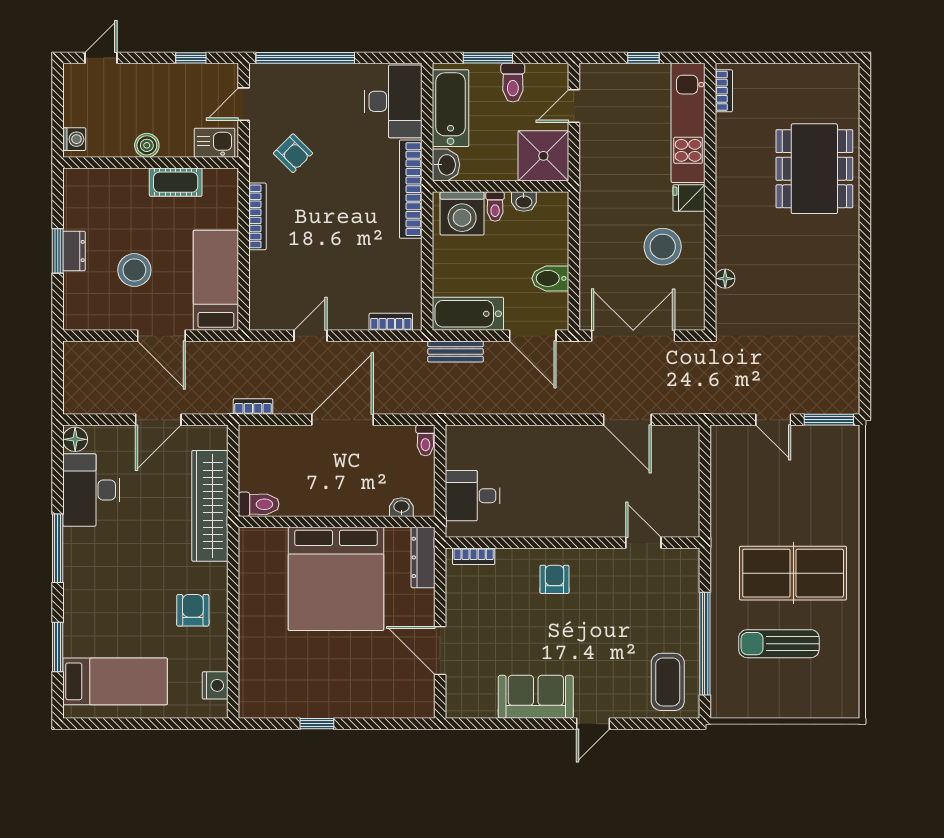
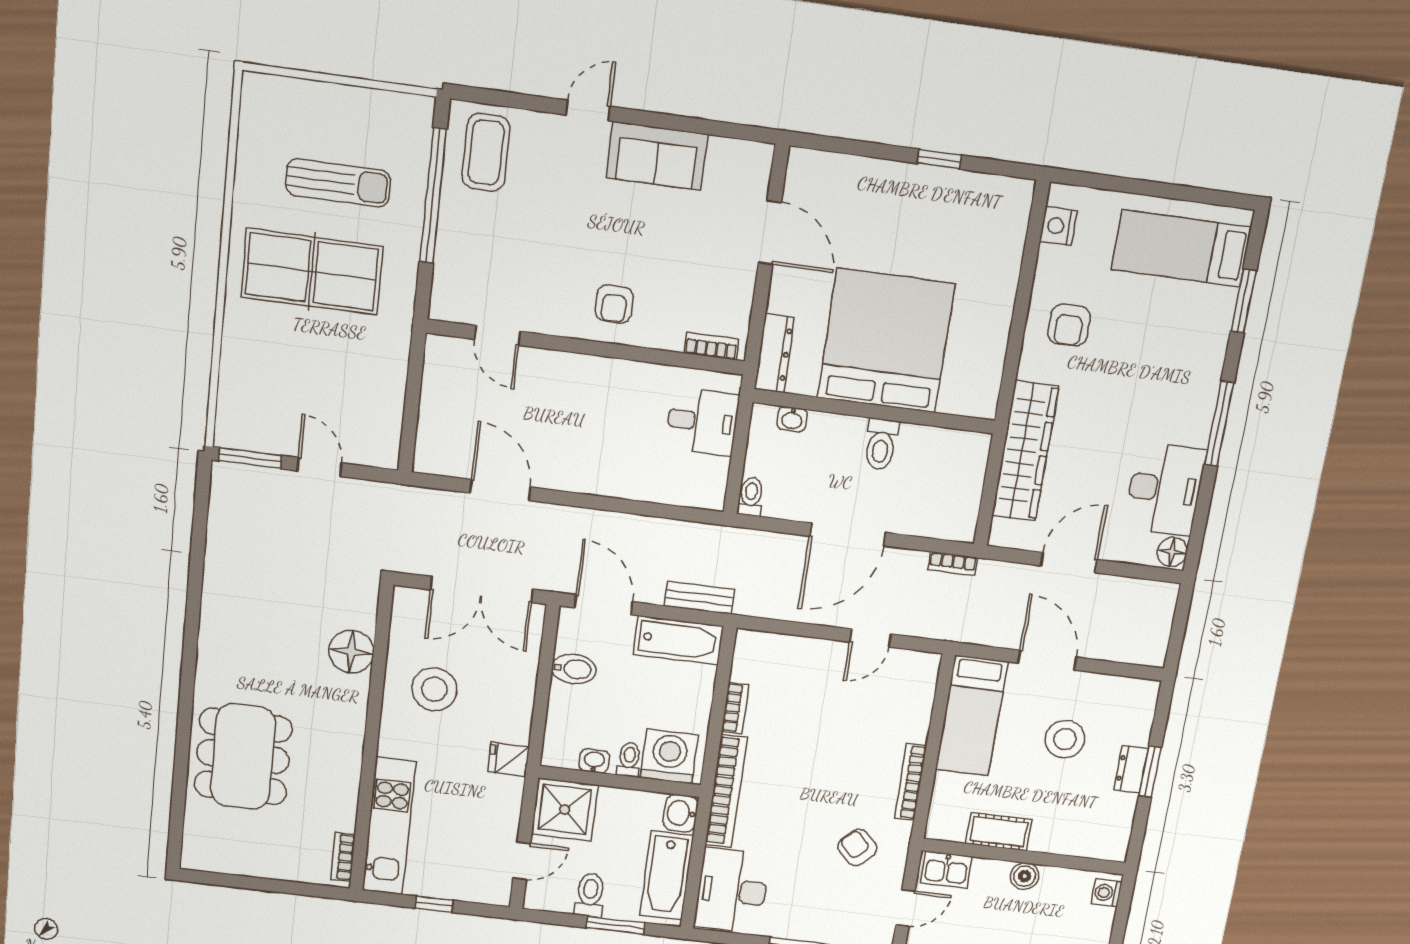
fridge: (689, 198) -> (509, 759), moved, turned 180
floor lamp: (725, 279) -> (351, 652), width x1.89, depth x1.89
bookcase: (391, 322) -> (735, 708), moved, turned -90
toilet: (259, 504) -> (881, 444), moved, turned -90

